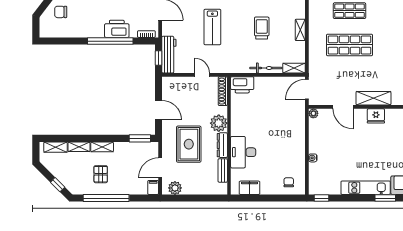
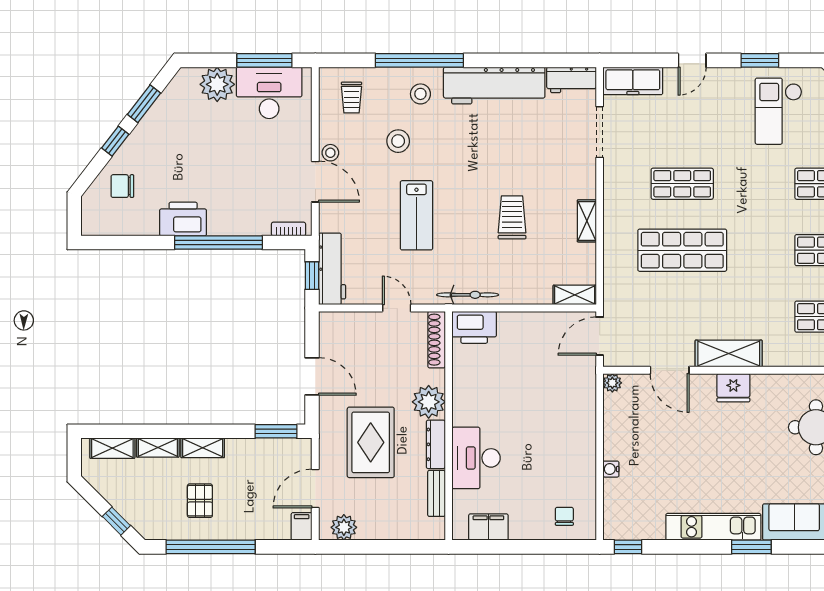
printer: (117, 29) -> (183, 219), moved
bicycle: (266, 68) -> (468, 295), moved

